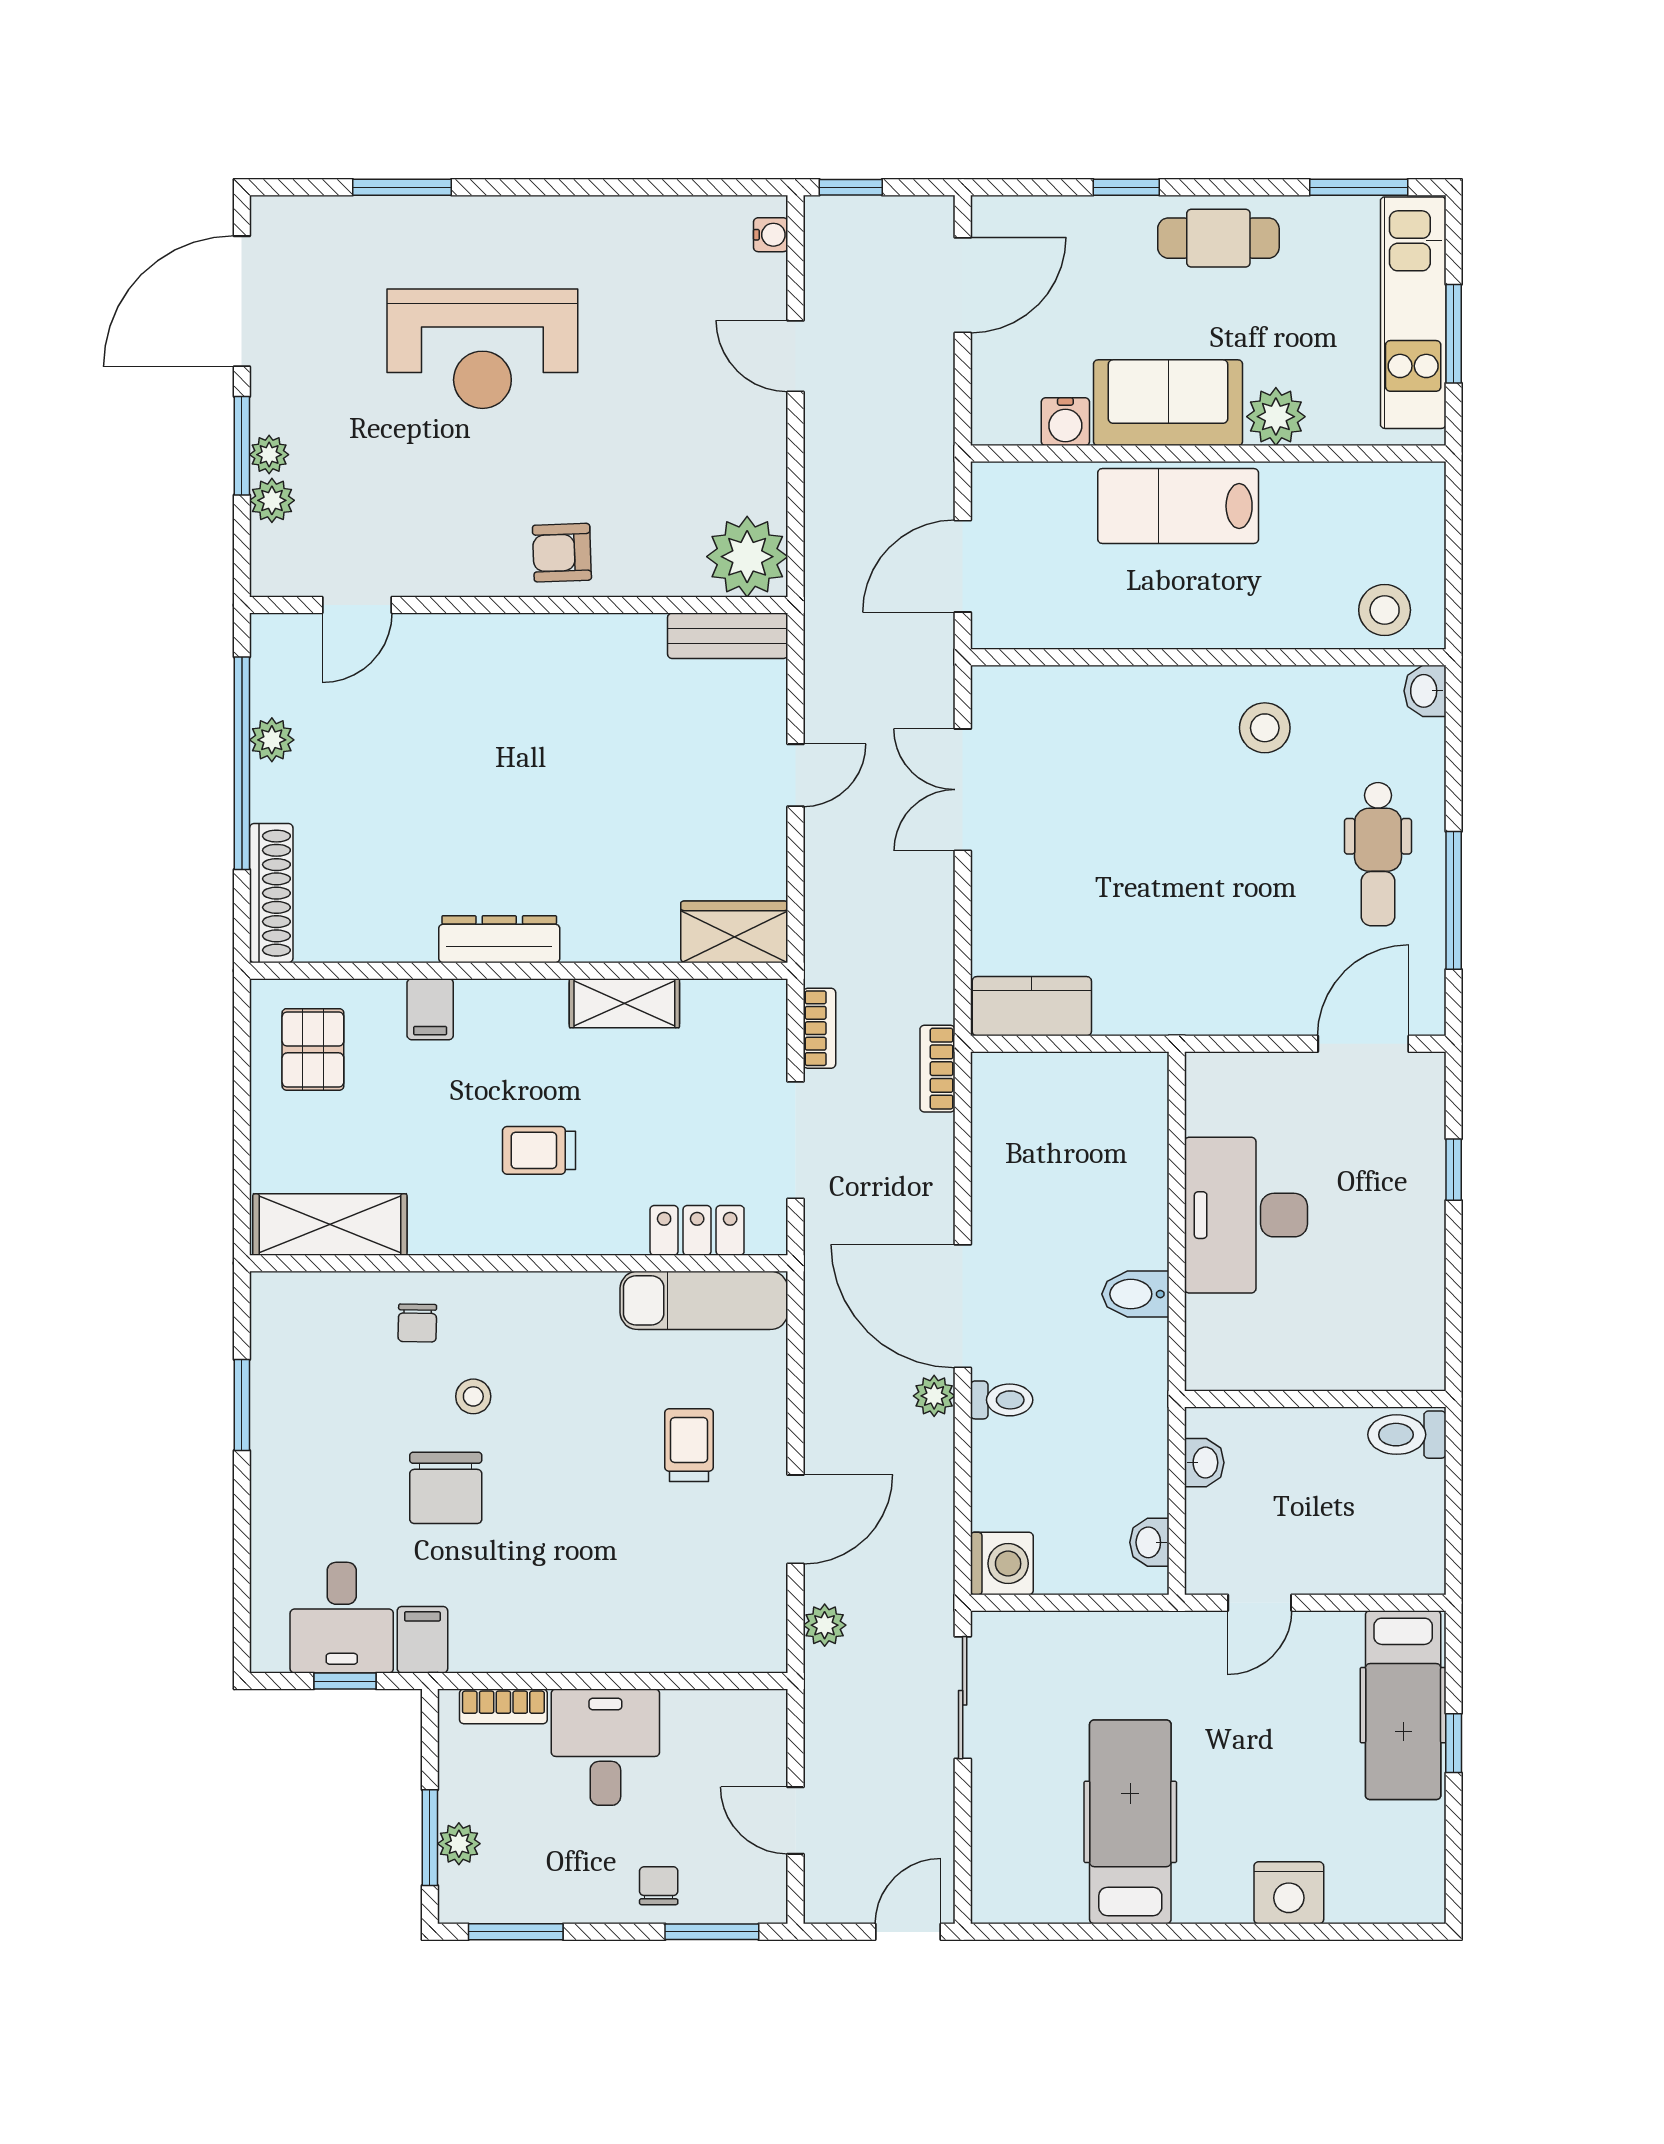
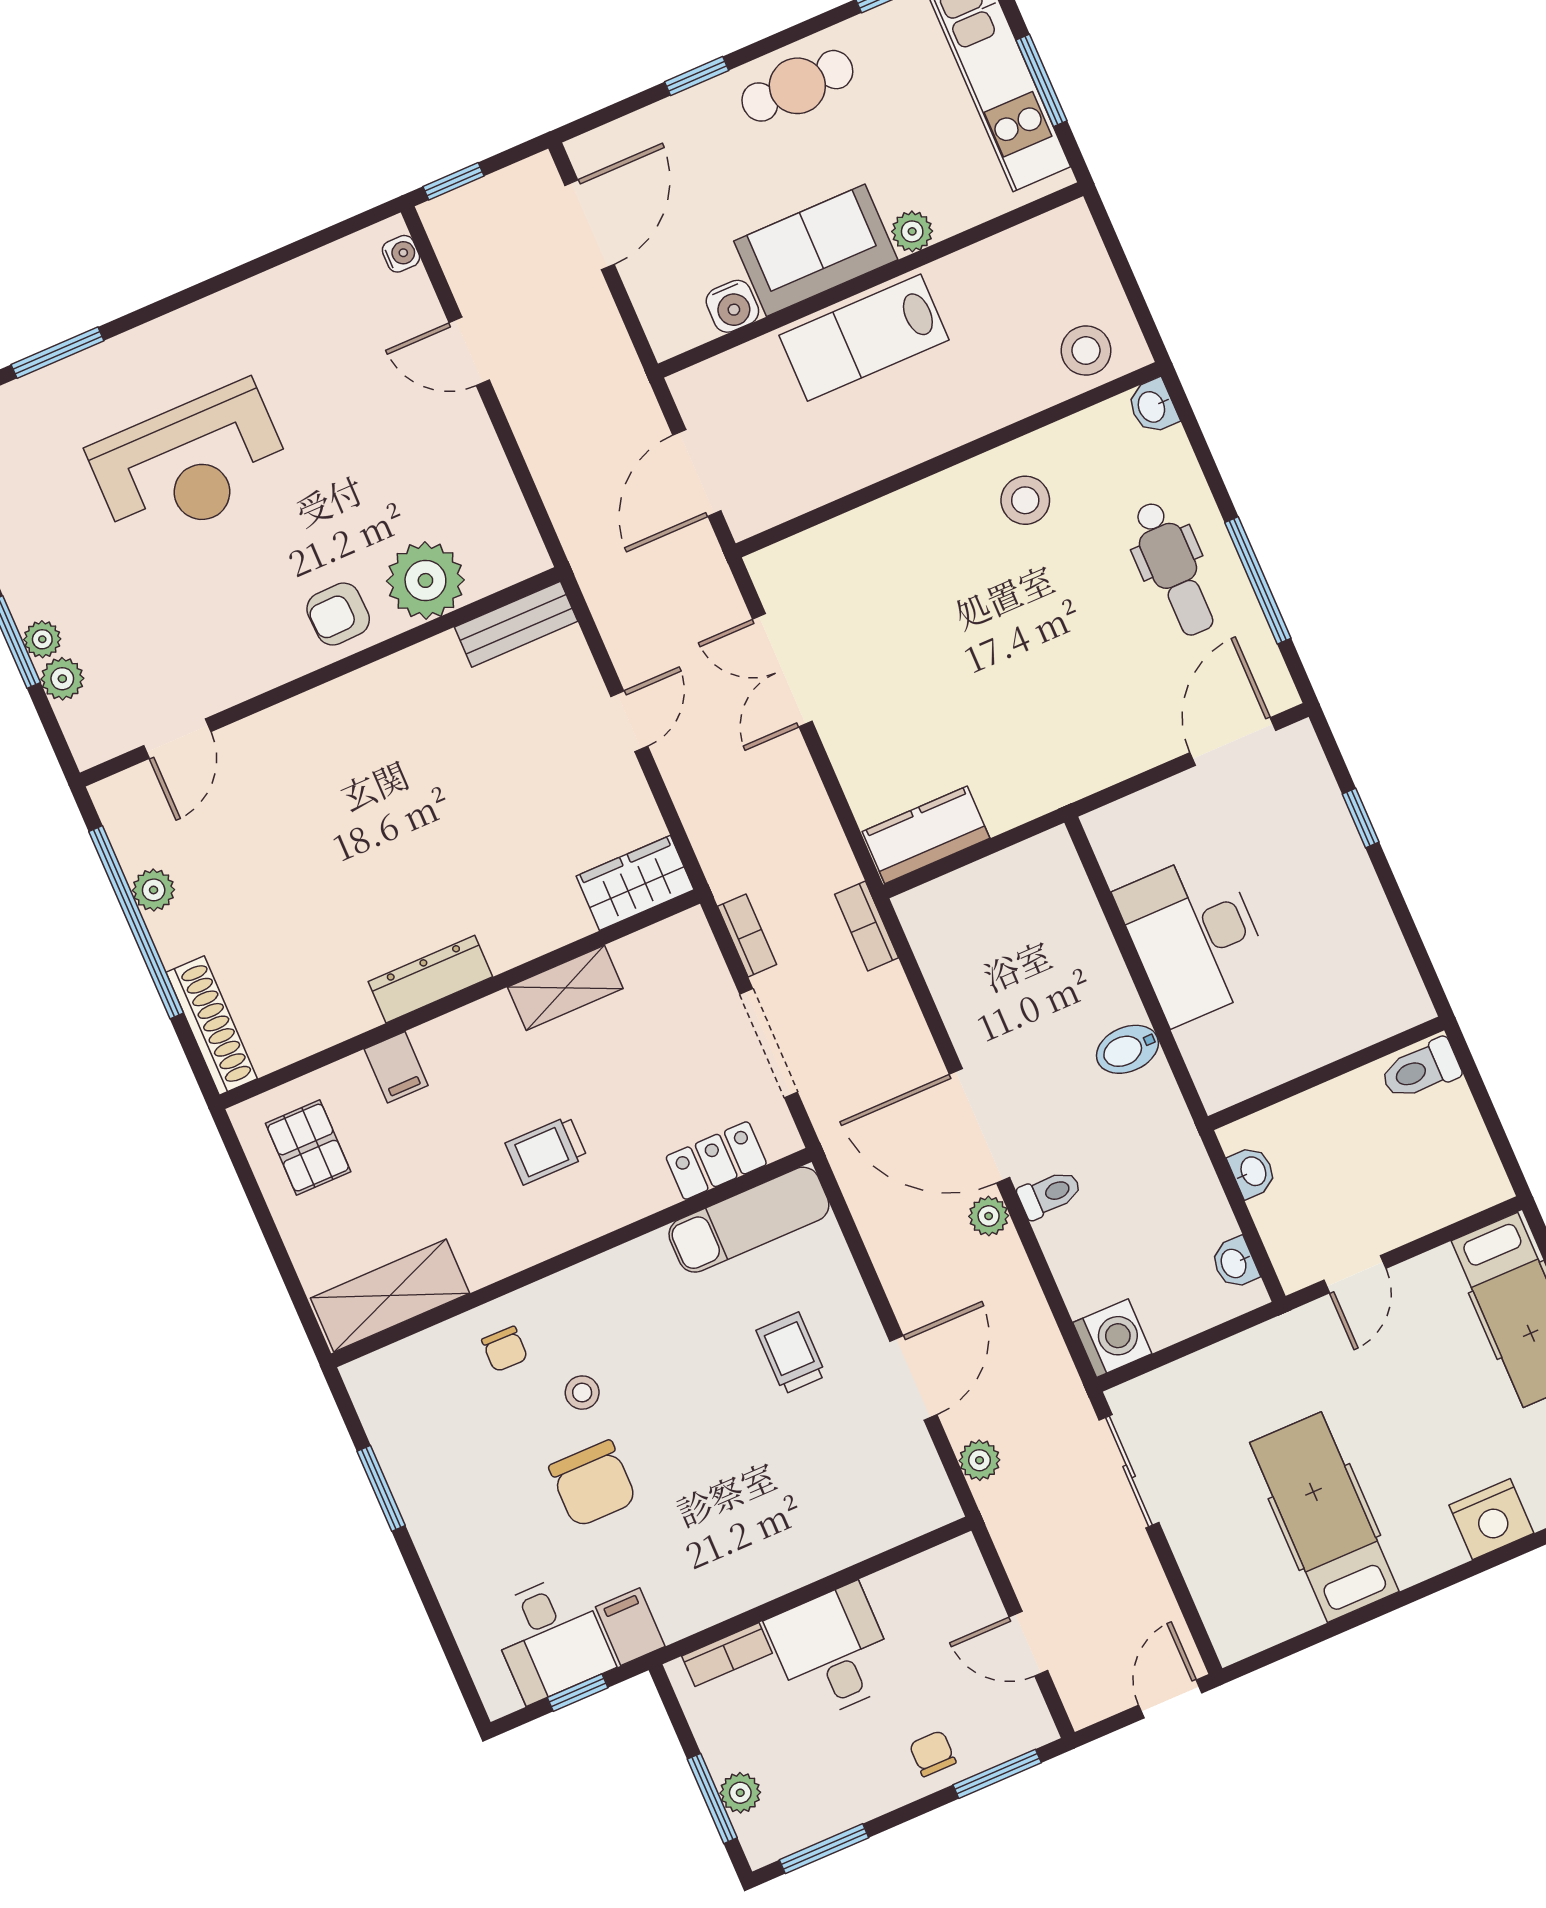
plant: (1276, 417) -> (912, 231), width x0.73, depth x0.73
plant: (747, 557) -> (425, 580), moved

